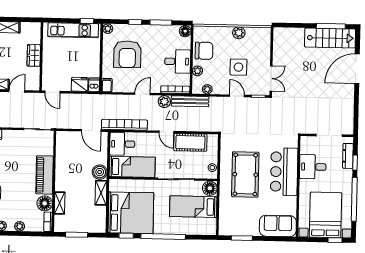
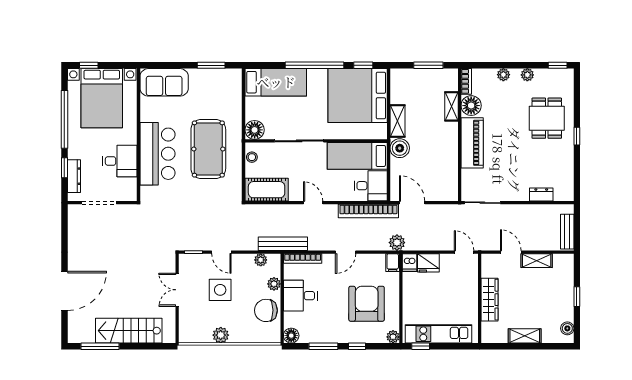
stairs: (330, 38) -> (129, 331), moved
wardrobe: (34, 55) -> (490, 300), width x1.50
double door: (271, 79) -> (177, 290), moved
door: (17, 91) -> (511, 252), swing flipped
plant: (164, 102) -> (397, 243), moved
cot: (190, 142) -> (267, 190), moved
bed: (193, 207) -> (276, 82), moved

